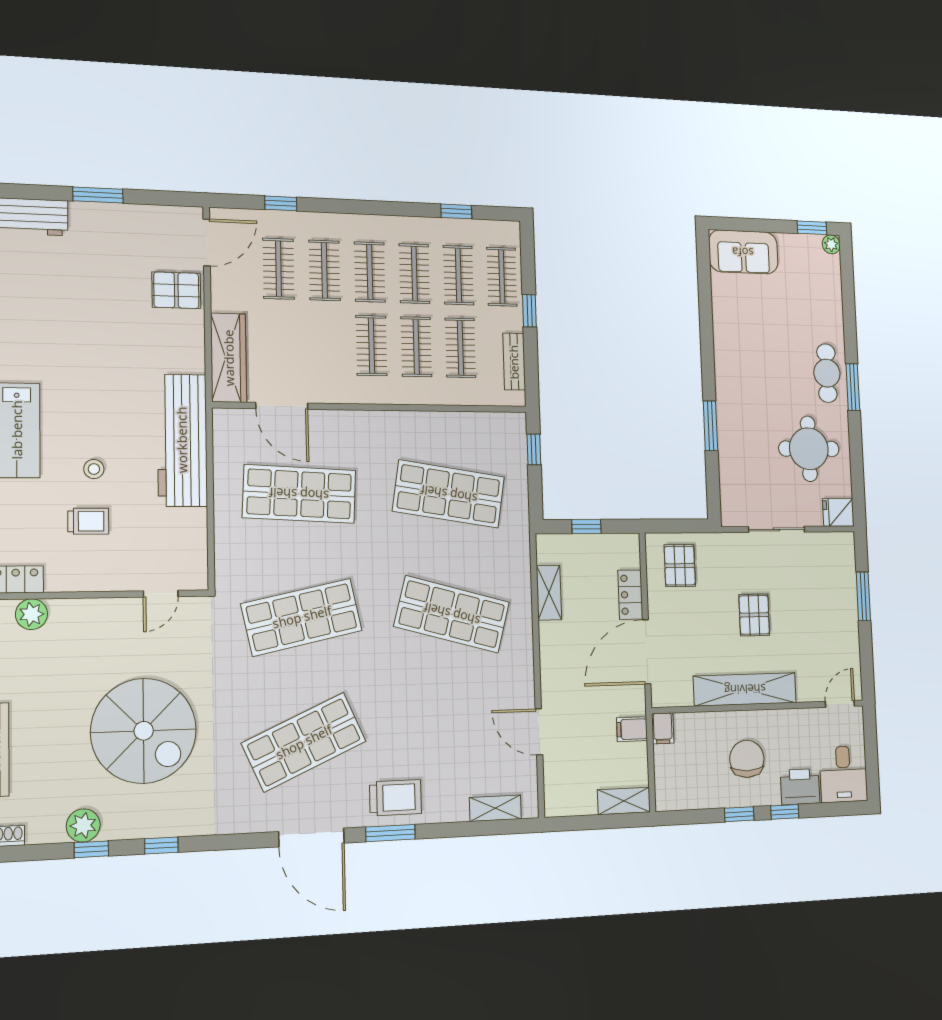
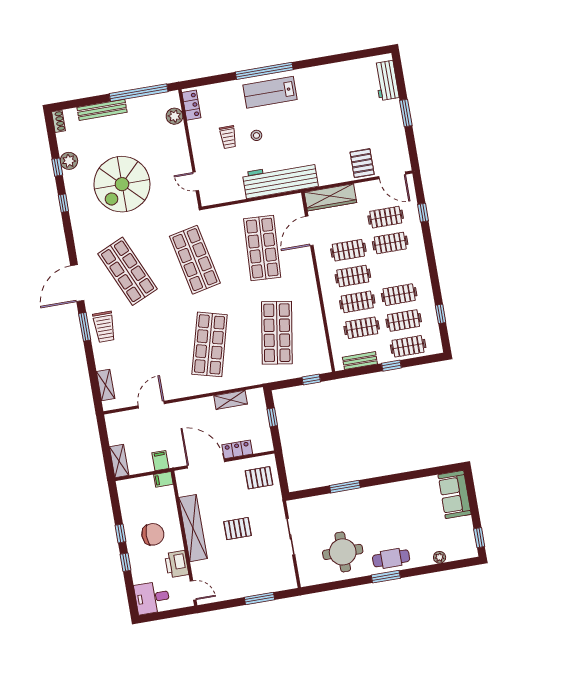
plant: (831, 244) -> (440, 557), moved
clothes rail: (370, 272) -> (348, 250), moved
fridge: (838, 512) -> (307, 576), removed
printer: (800, 787) -> (177, 564), moved, turned 180

